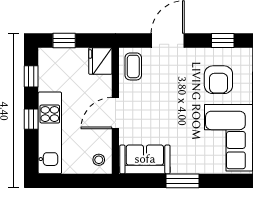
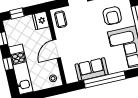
sofa: (145, 159) -> (92, 69), moved
window: (183, 181) -> (105, 80), width x2.11

